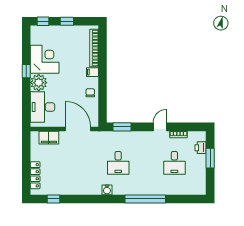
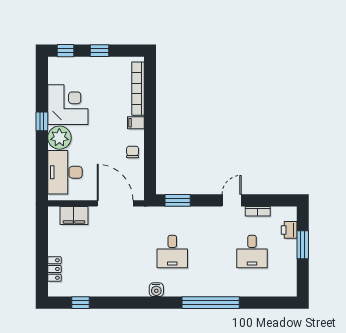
locker: (35, 175) -> (54, 269), width x0.66

